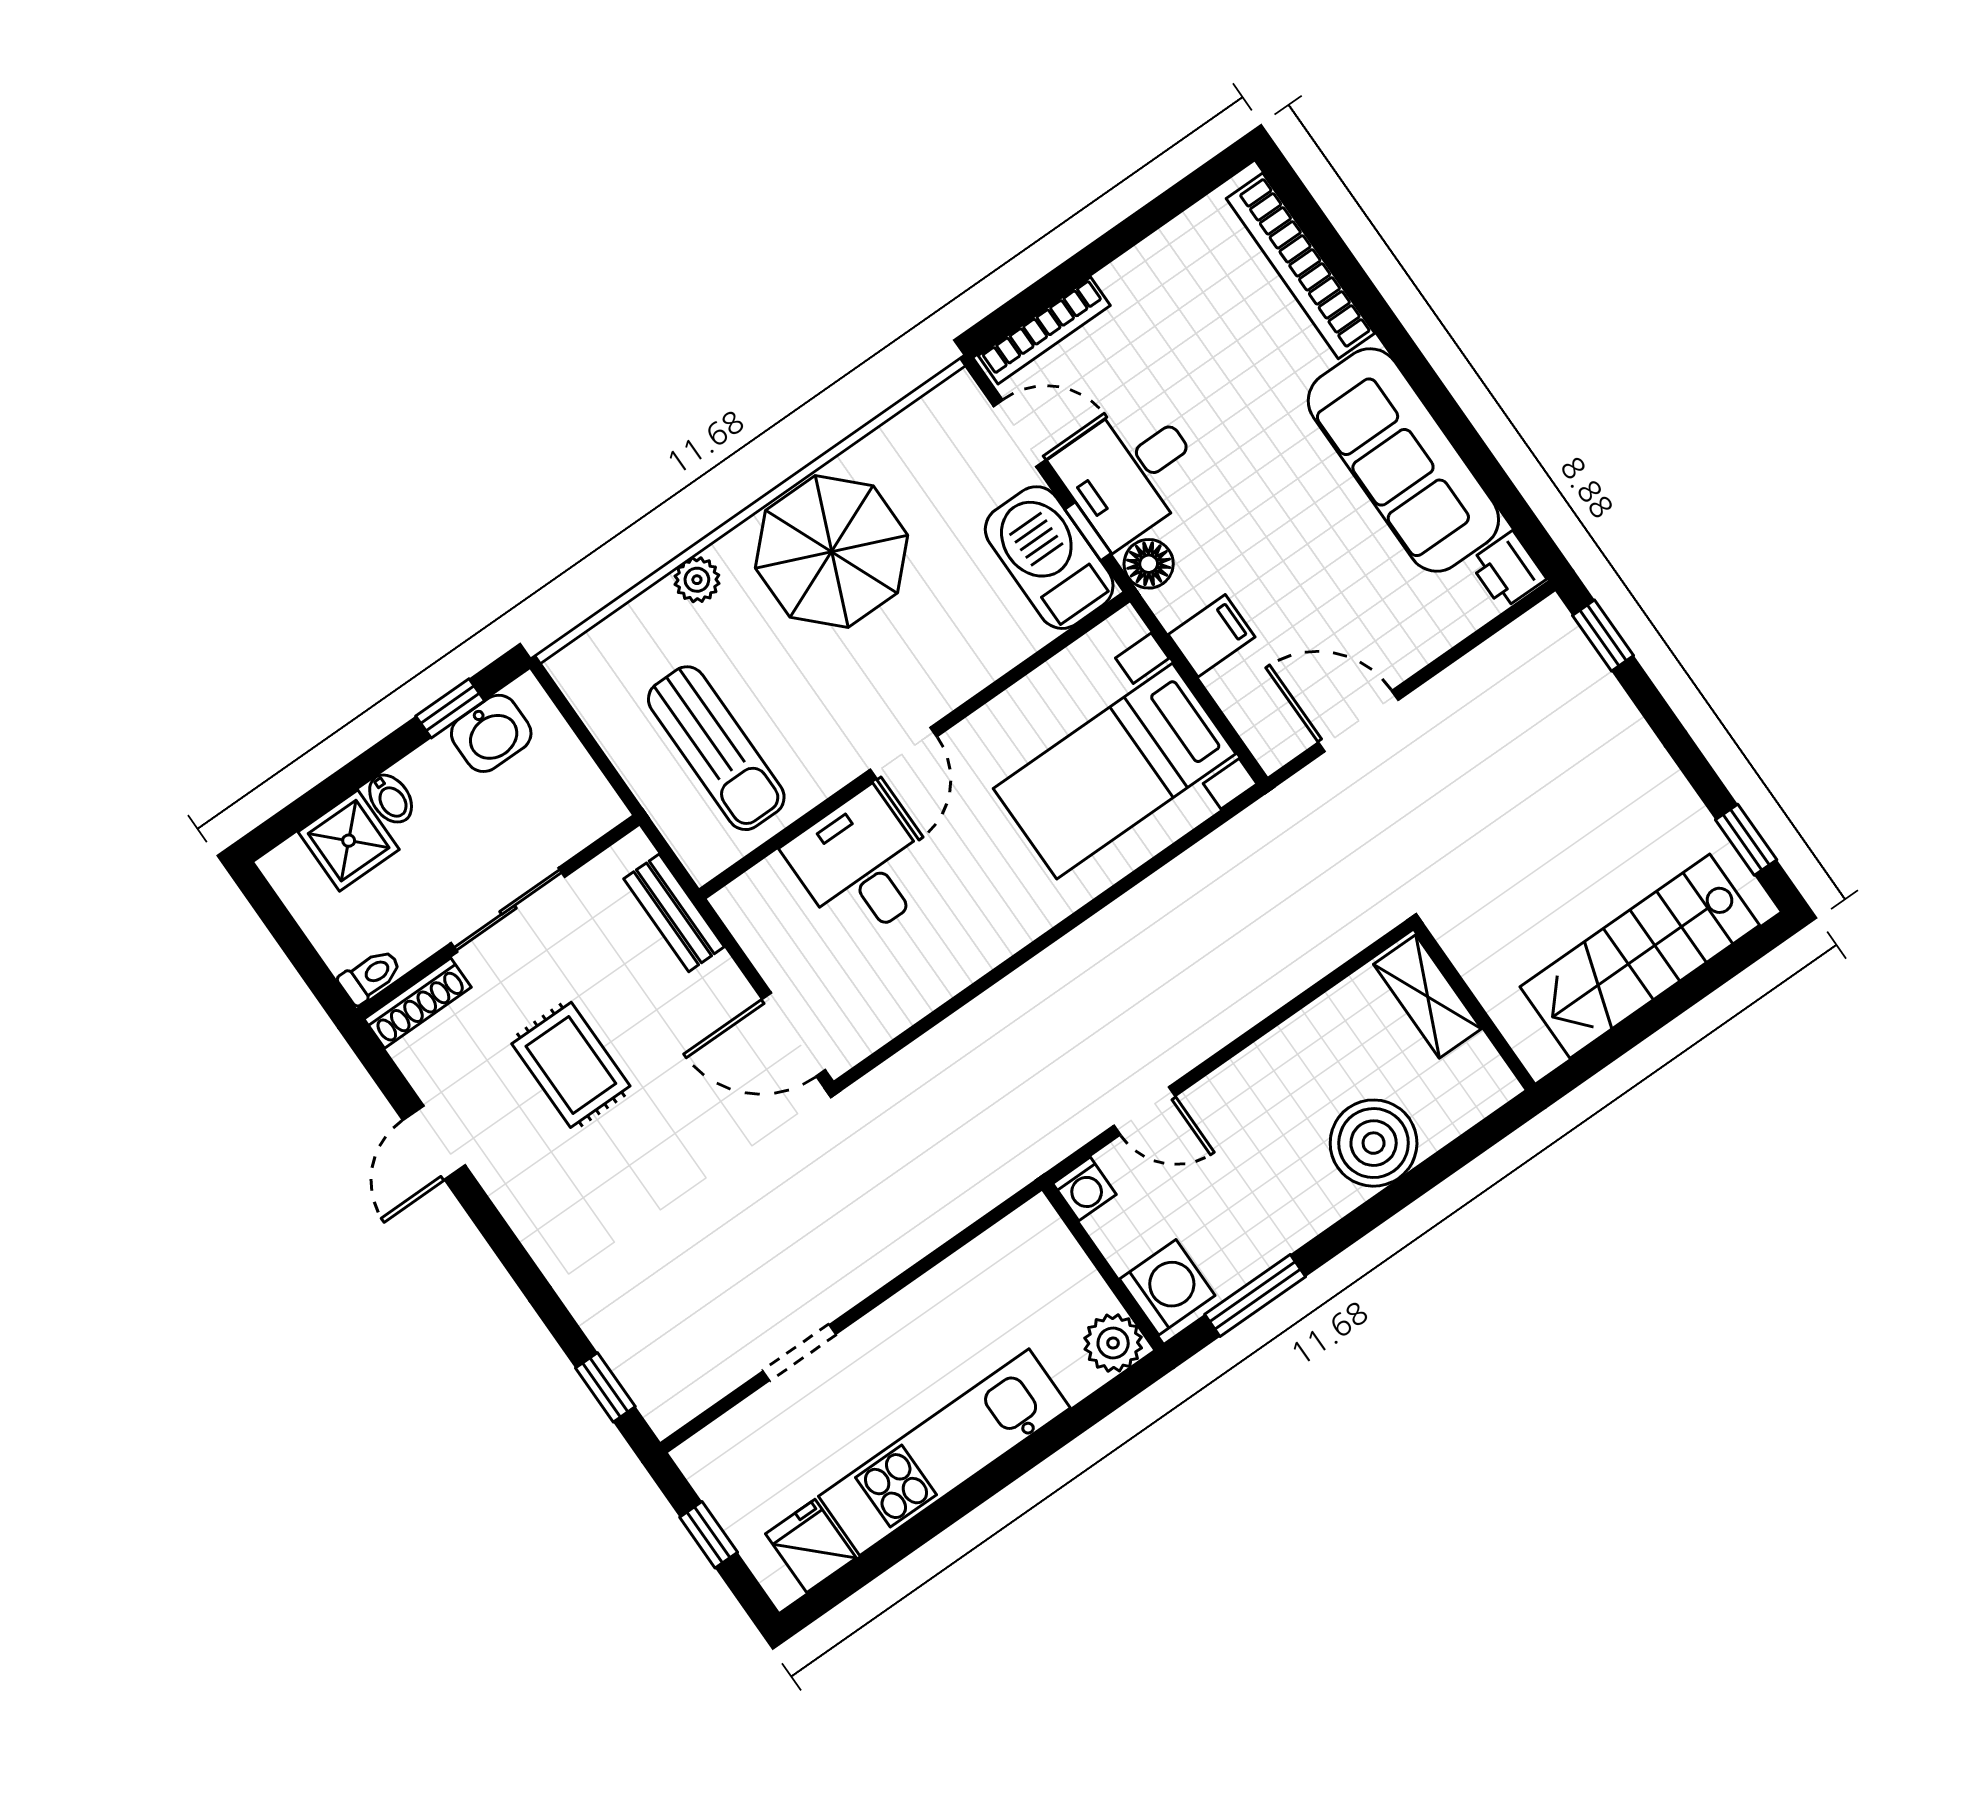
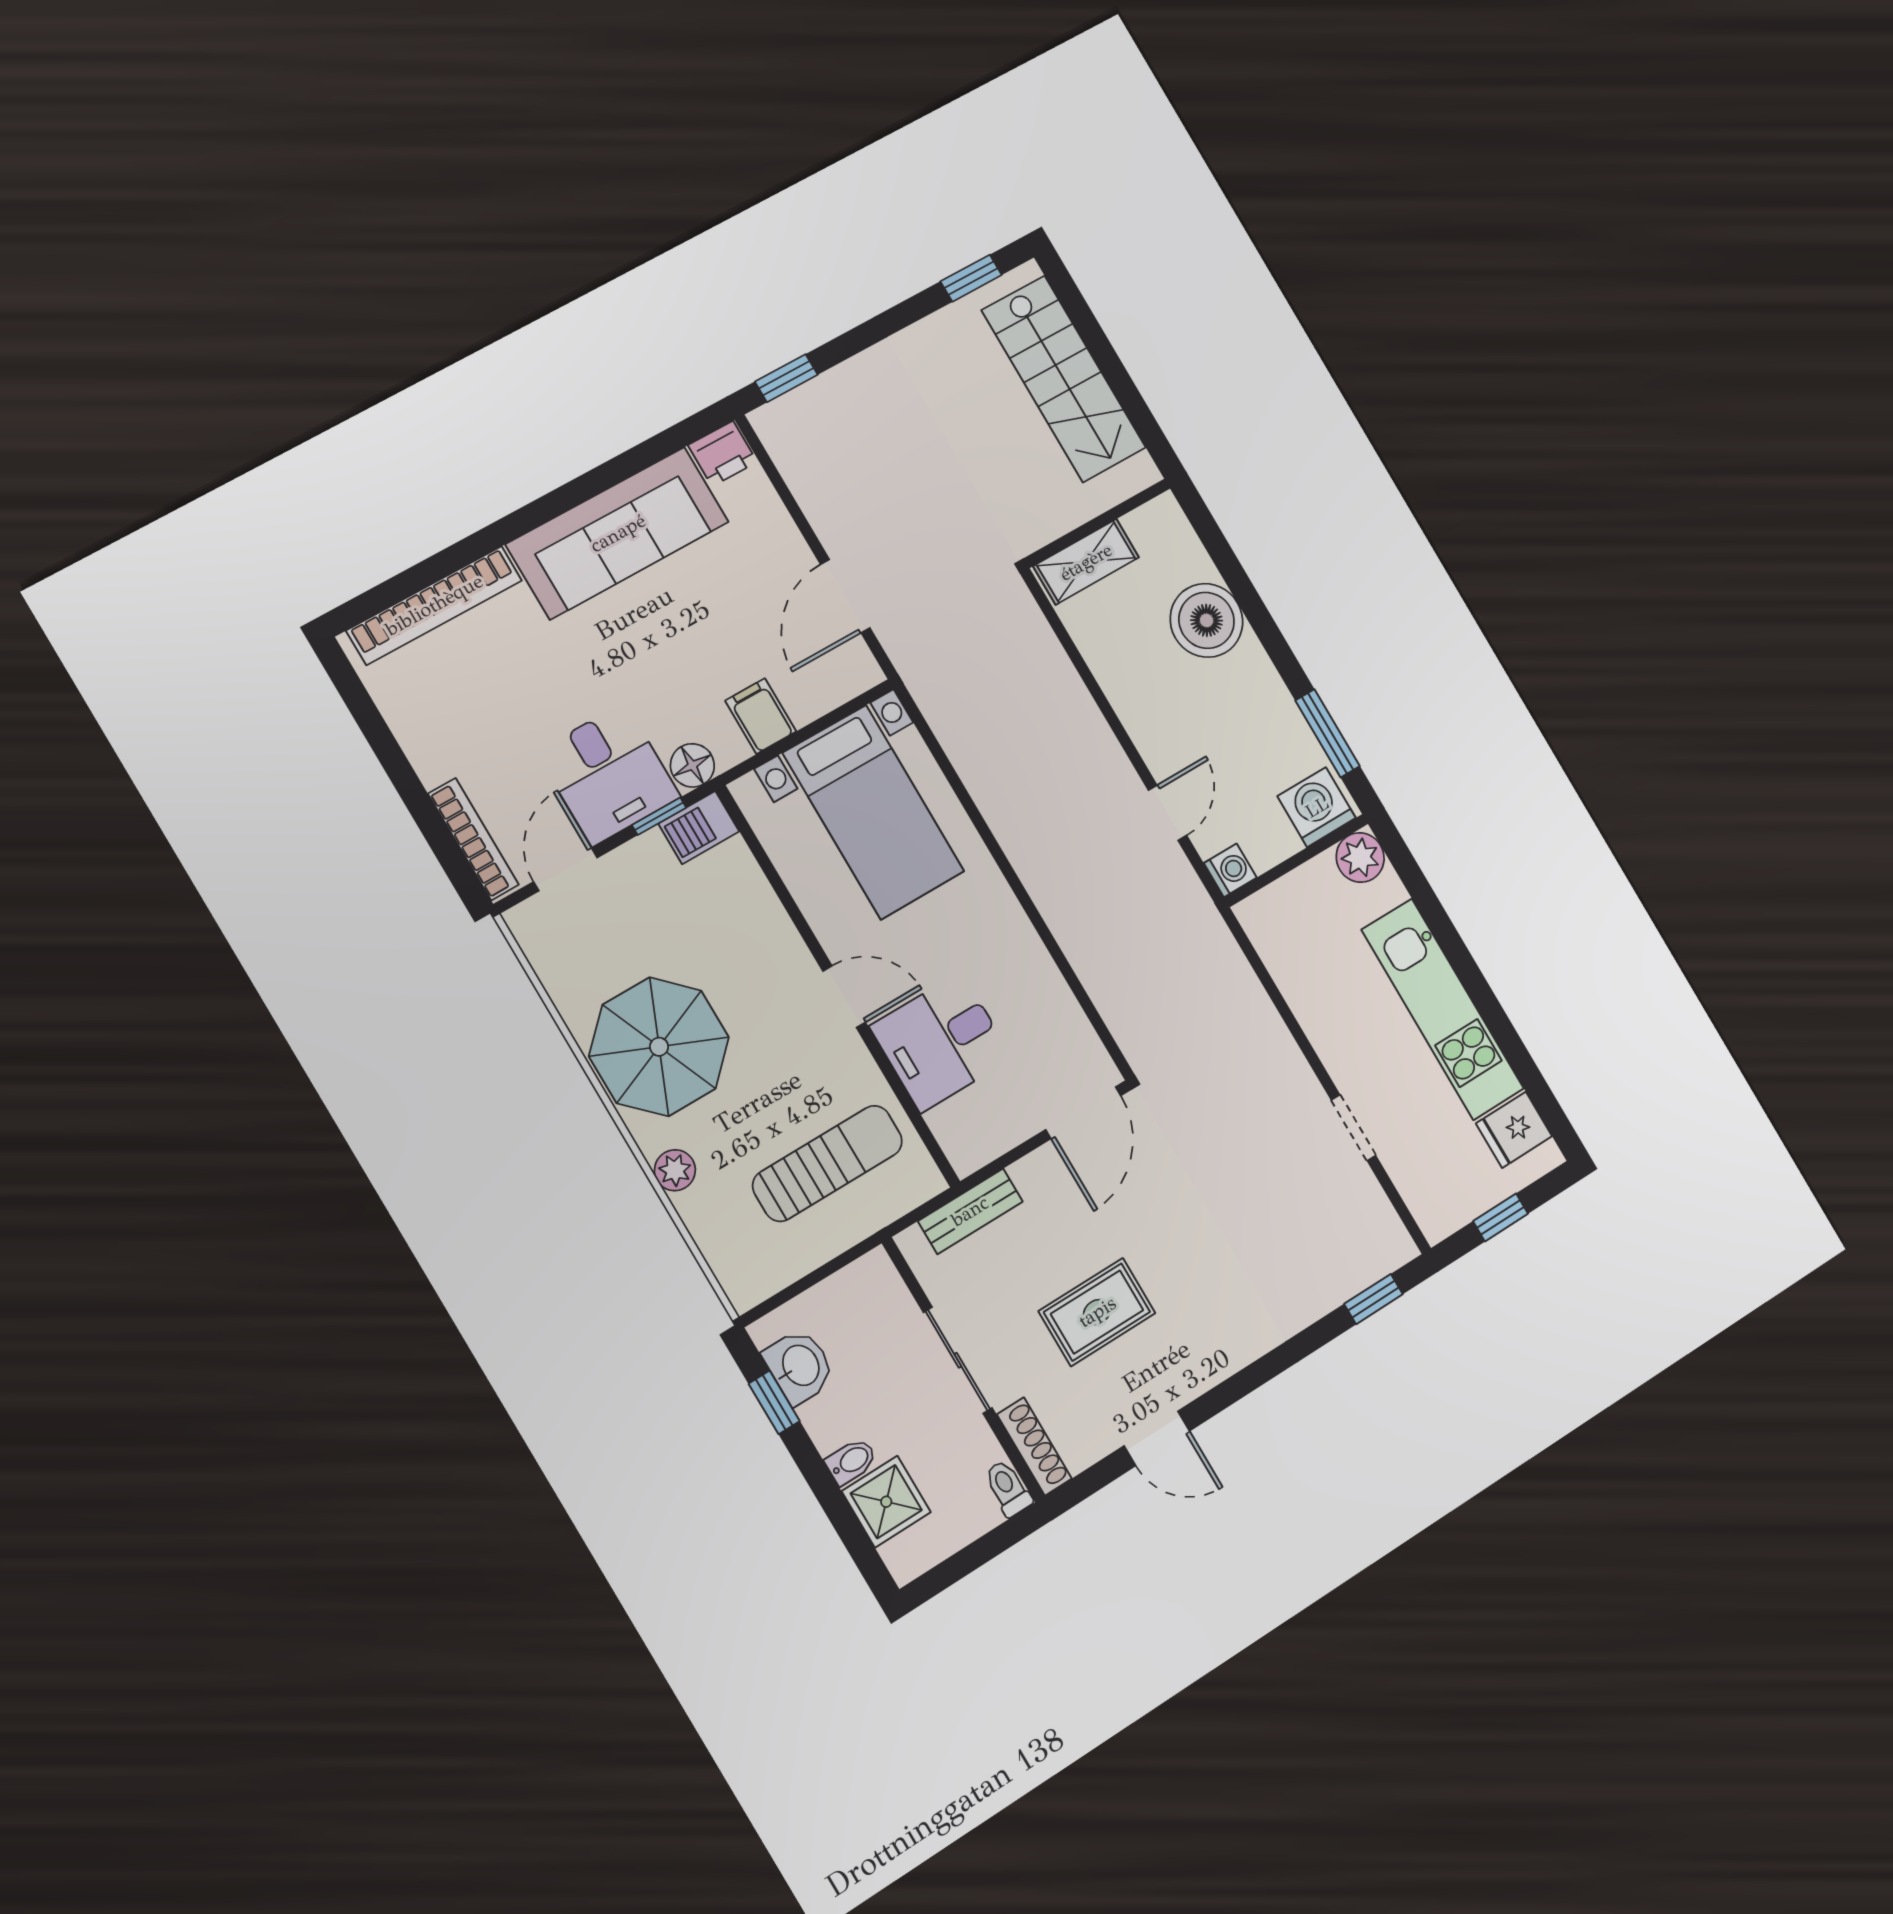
barbecue: (1049, 558) -> (699, 828), width x0.53, depth x0.65

